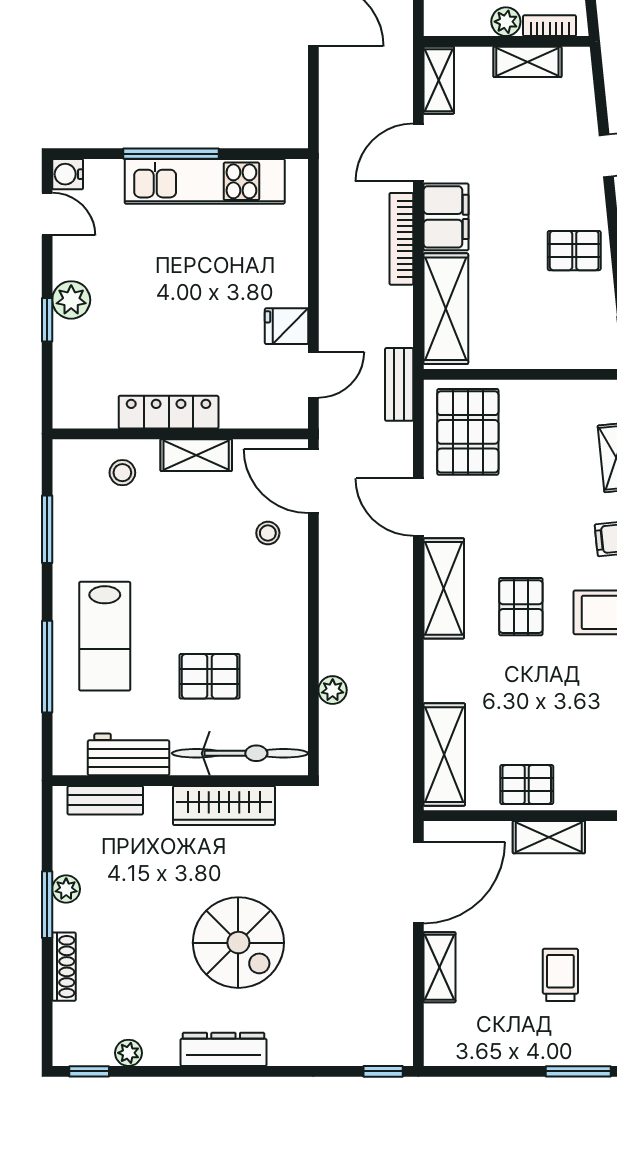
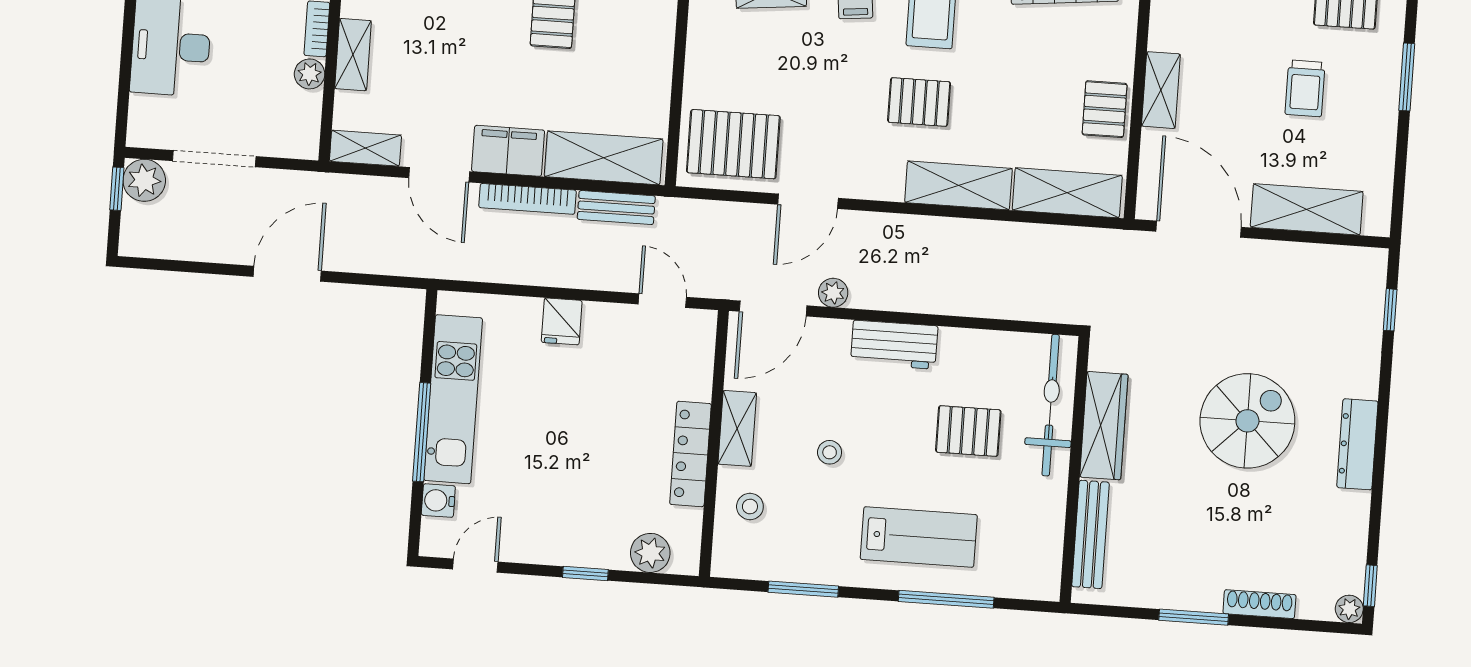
water cooler: (68, 174) -> (438, 501), moved, turned 90
plant: (71, 300) -> (650, 553), moved
fridge: (287, 326) -> (562, 321), moved
bench: (399, 384) -> (616, 208), moved
stool: (268, 533) -> (830, 452), moved
shelving: (444, 588) -> (958, 185), moved
pallet: (210, 676) -> (968, 431), turned 90
plant: (333, 690) -> (833, 293), moved
workbench: (129, 754) -> (894, 345), moved, turned -90
bench: (105, 800) -> (1090, 534), width x1.36
plant: (66, 889) -> (1179, 596), removed
shelving: (439, 967) -> (1307, 209), width x1.50, depth x1.33
trolley: (560, 975) -> (1305, 88), turned -90
plant: (128, 1053) -> (1349, 609), moved
window: (383, 1071) -> (1390, 310), moved

